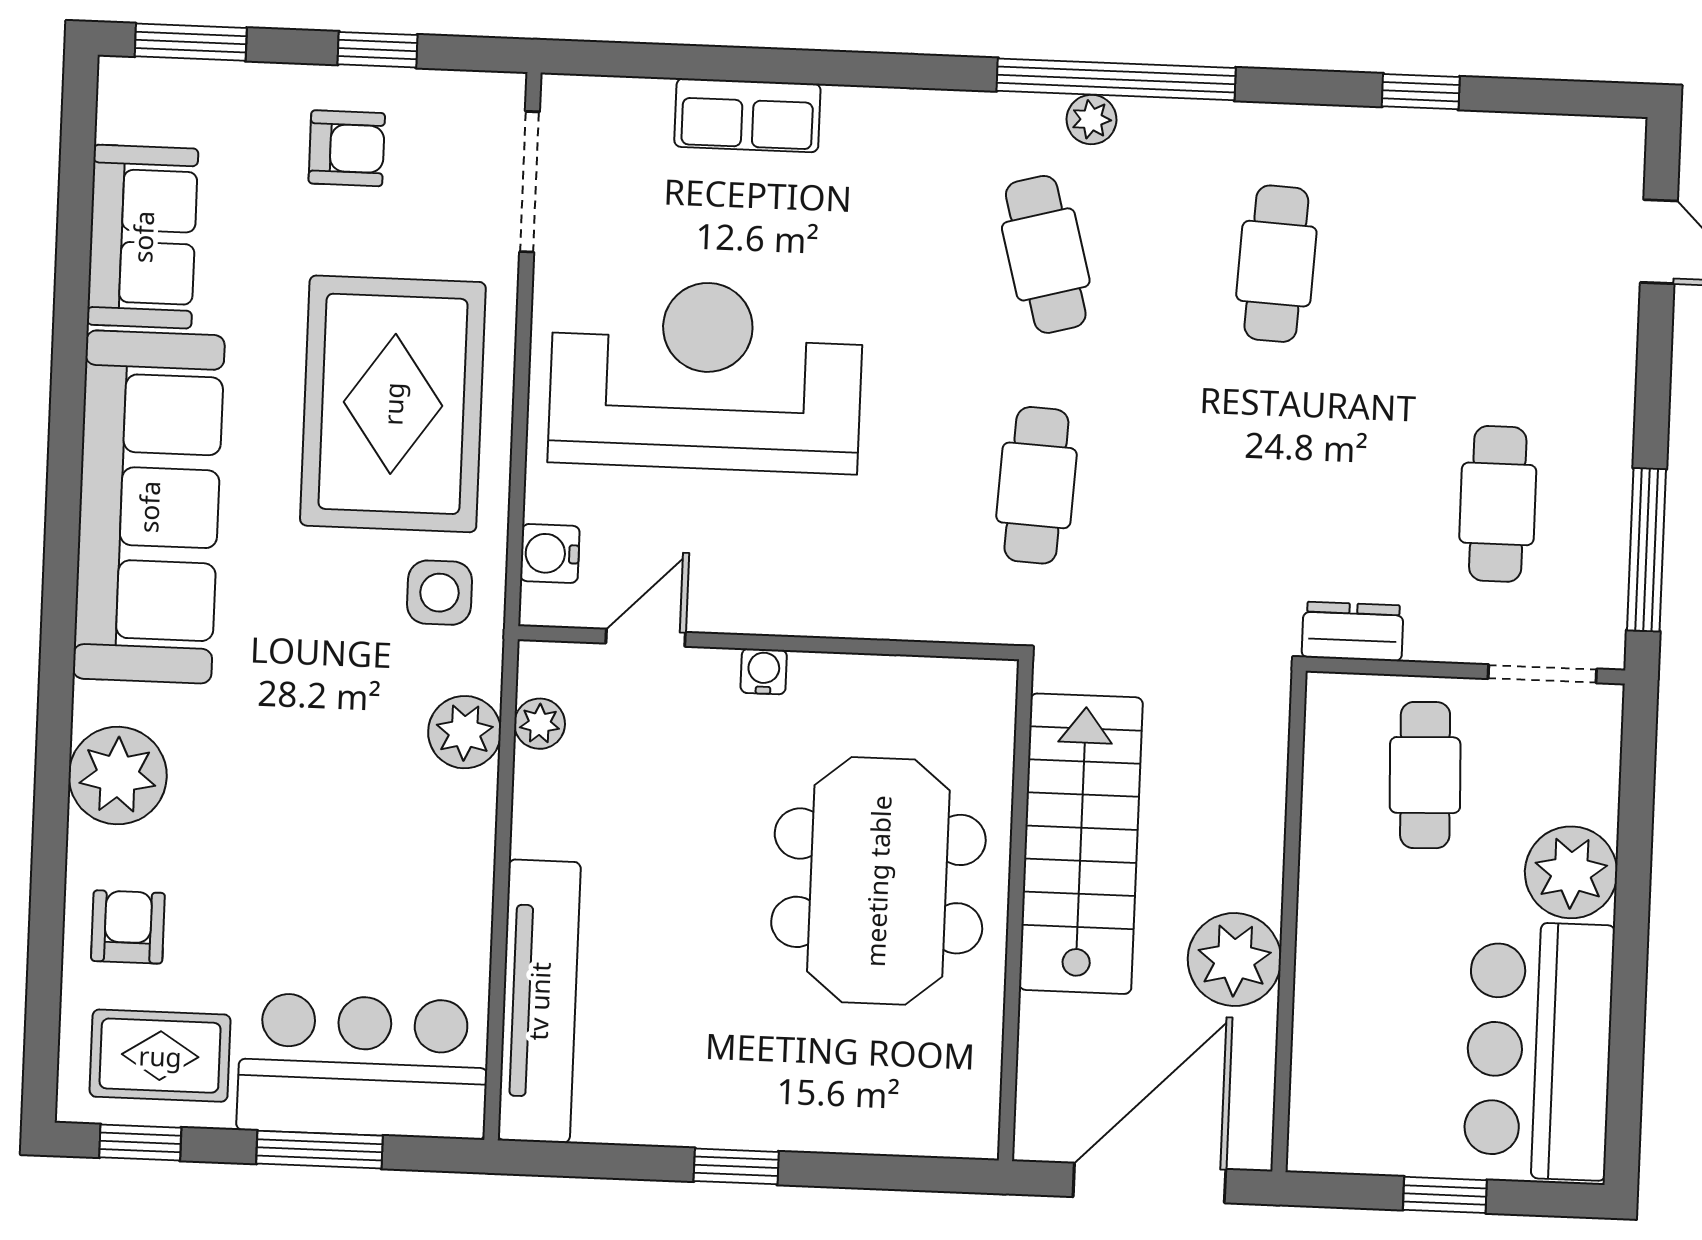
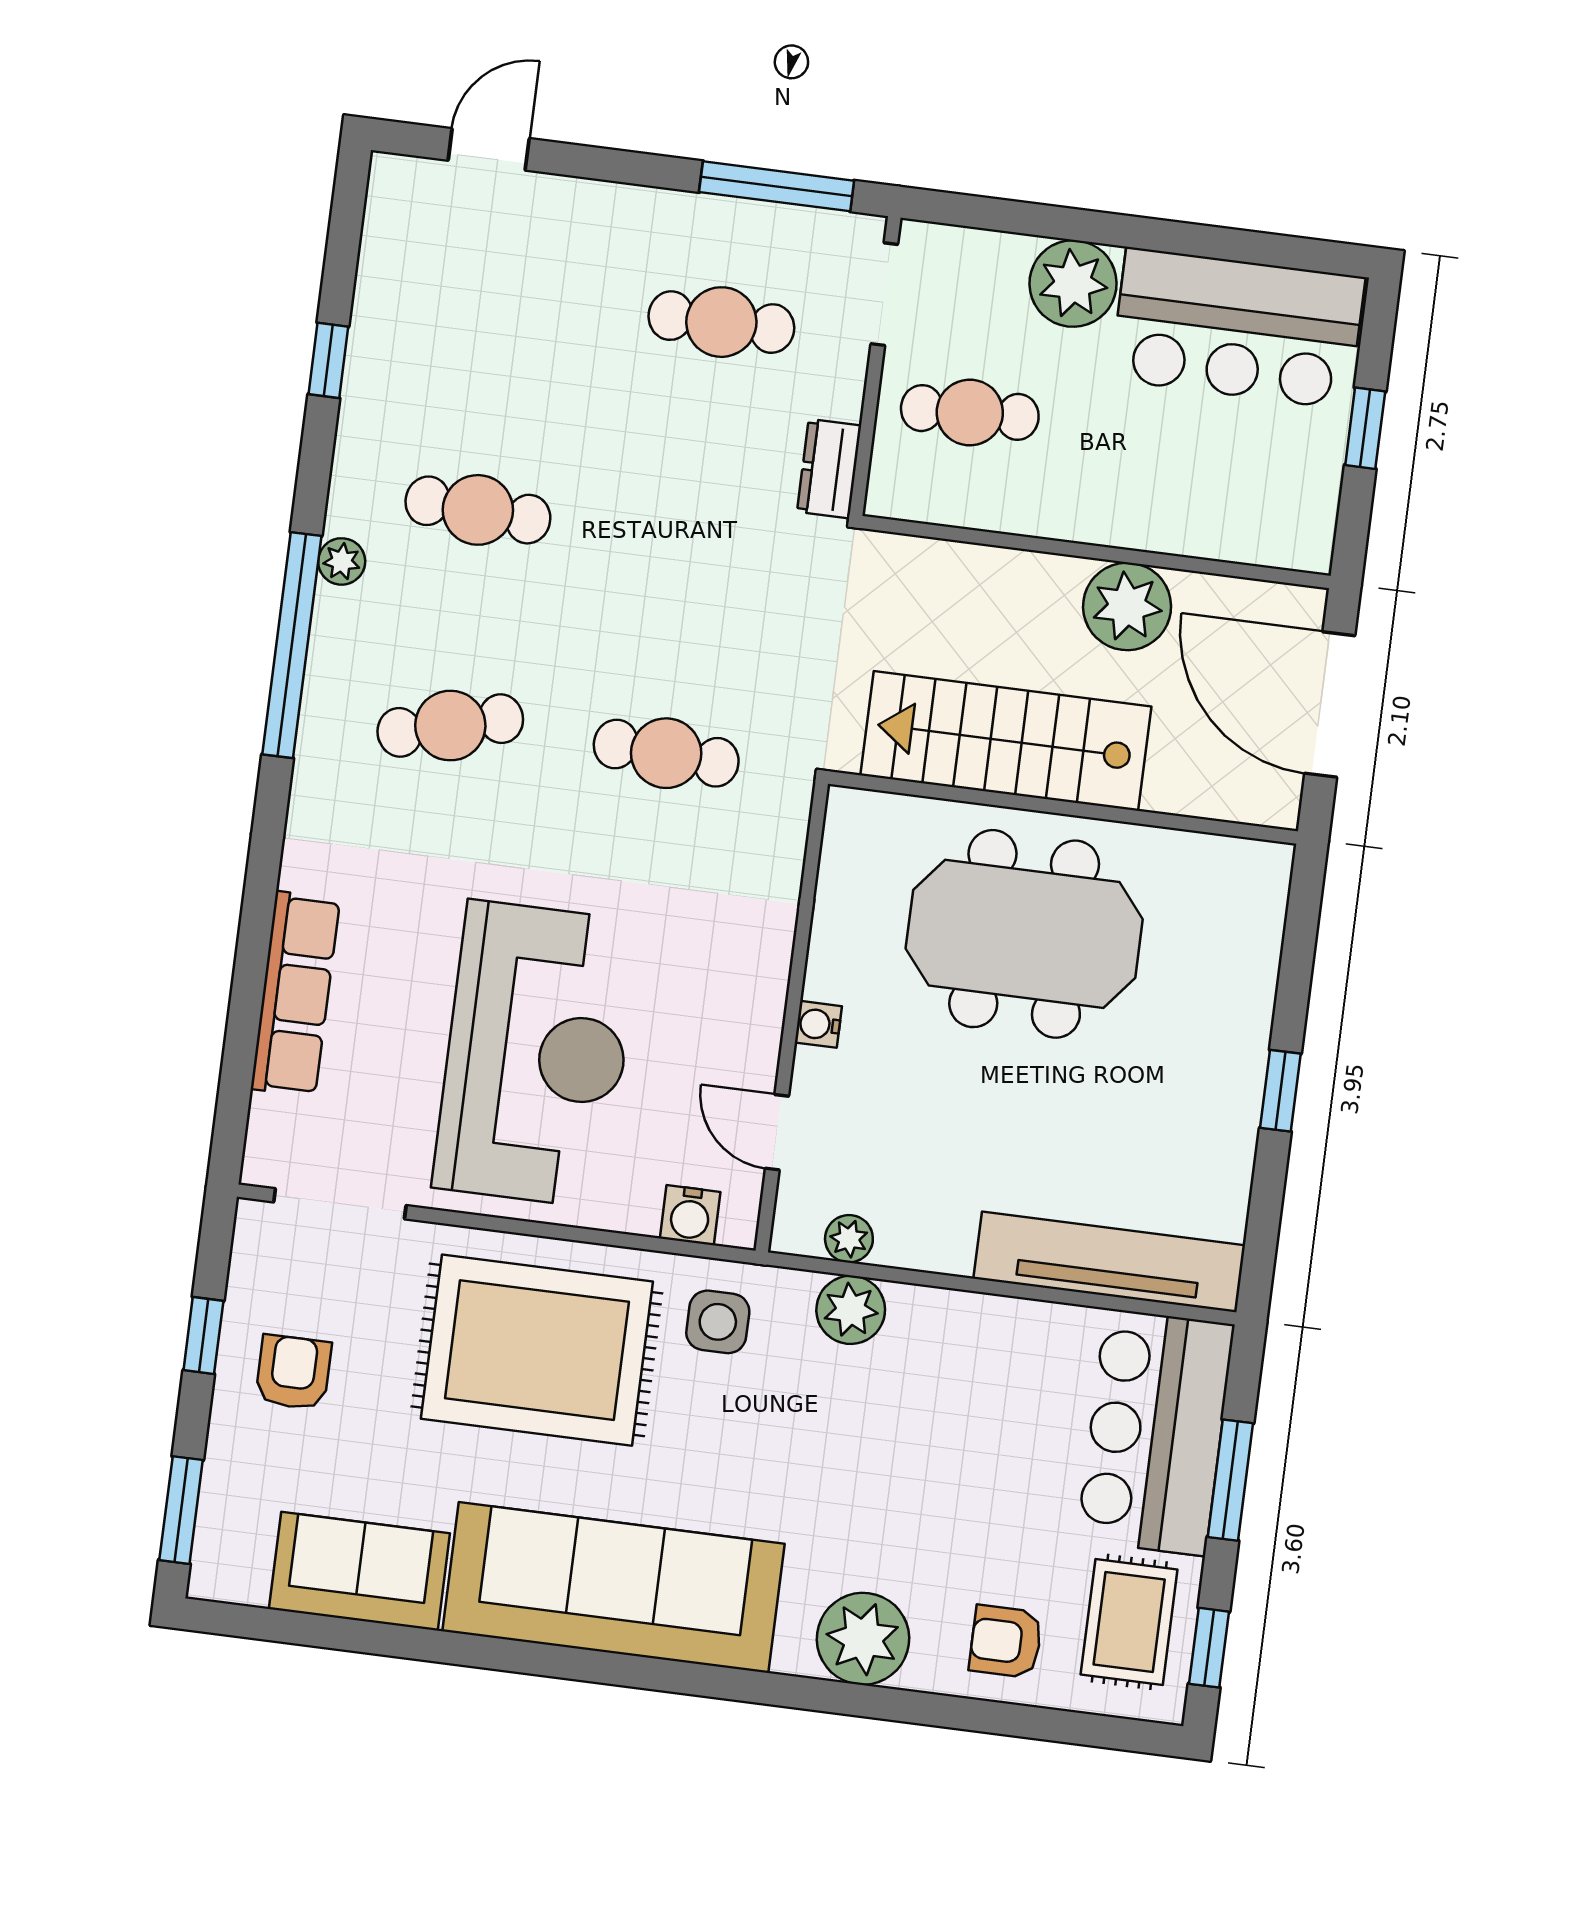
row of seats: (747, 115) -> (295, 994), width x1.48
plant: (1091, 120) -> (342, 561), moved
reception desk: (706, 376) -> (536, 1054), turned 180

